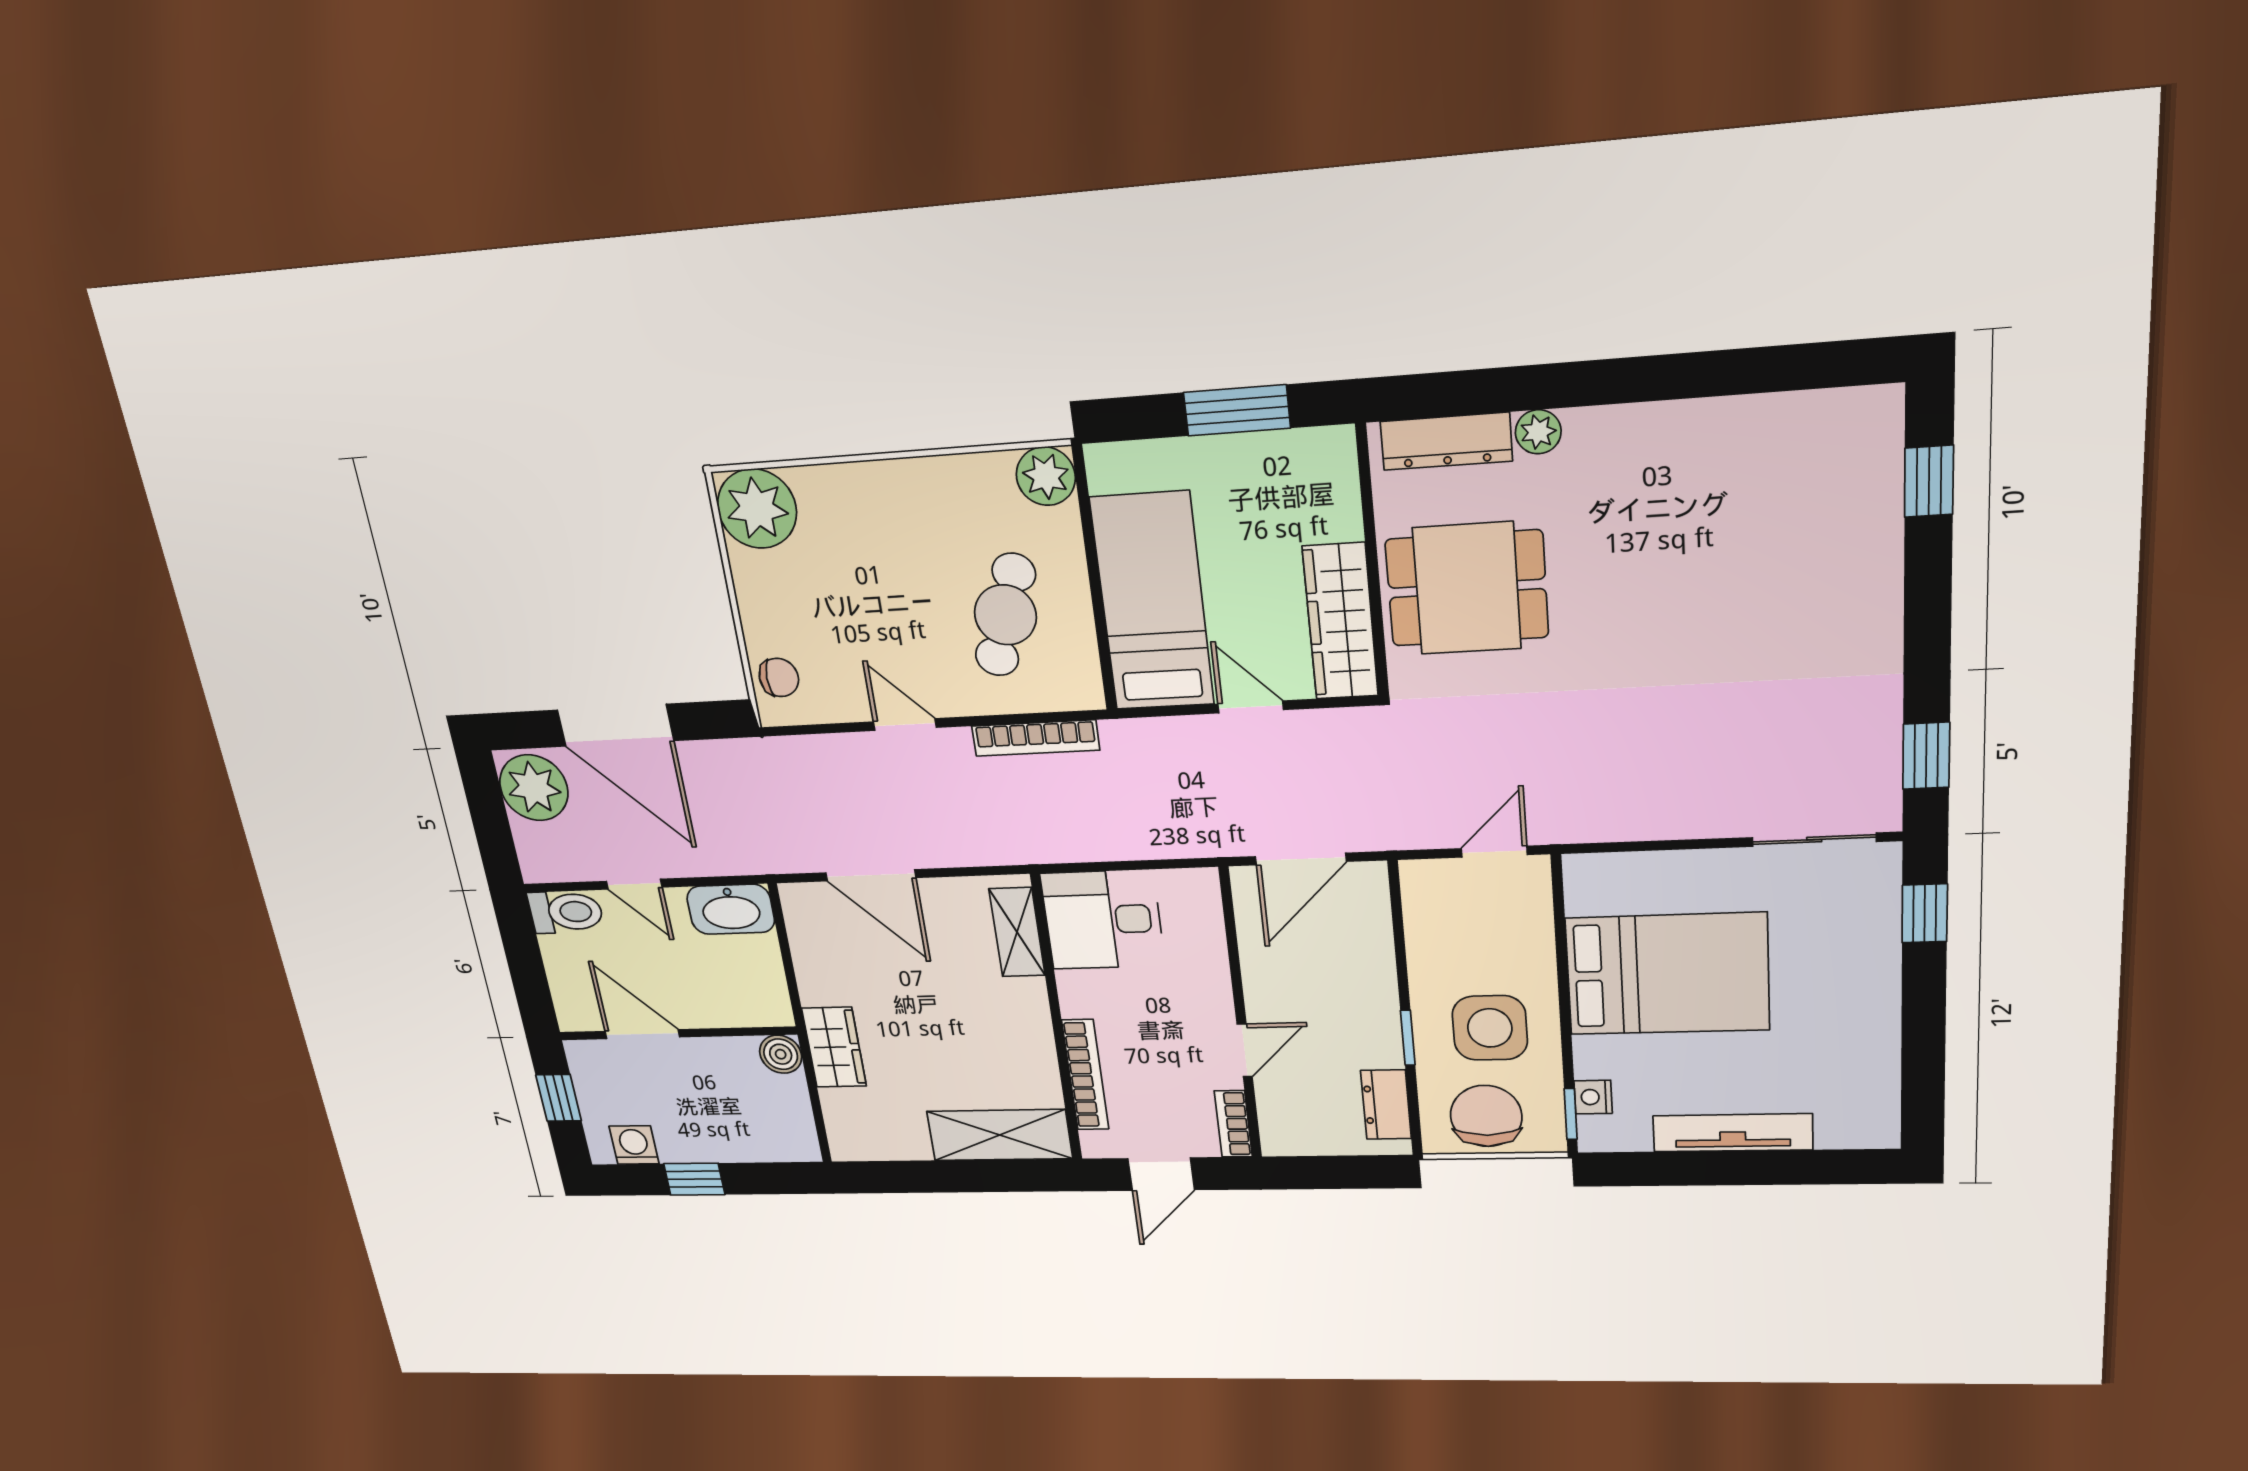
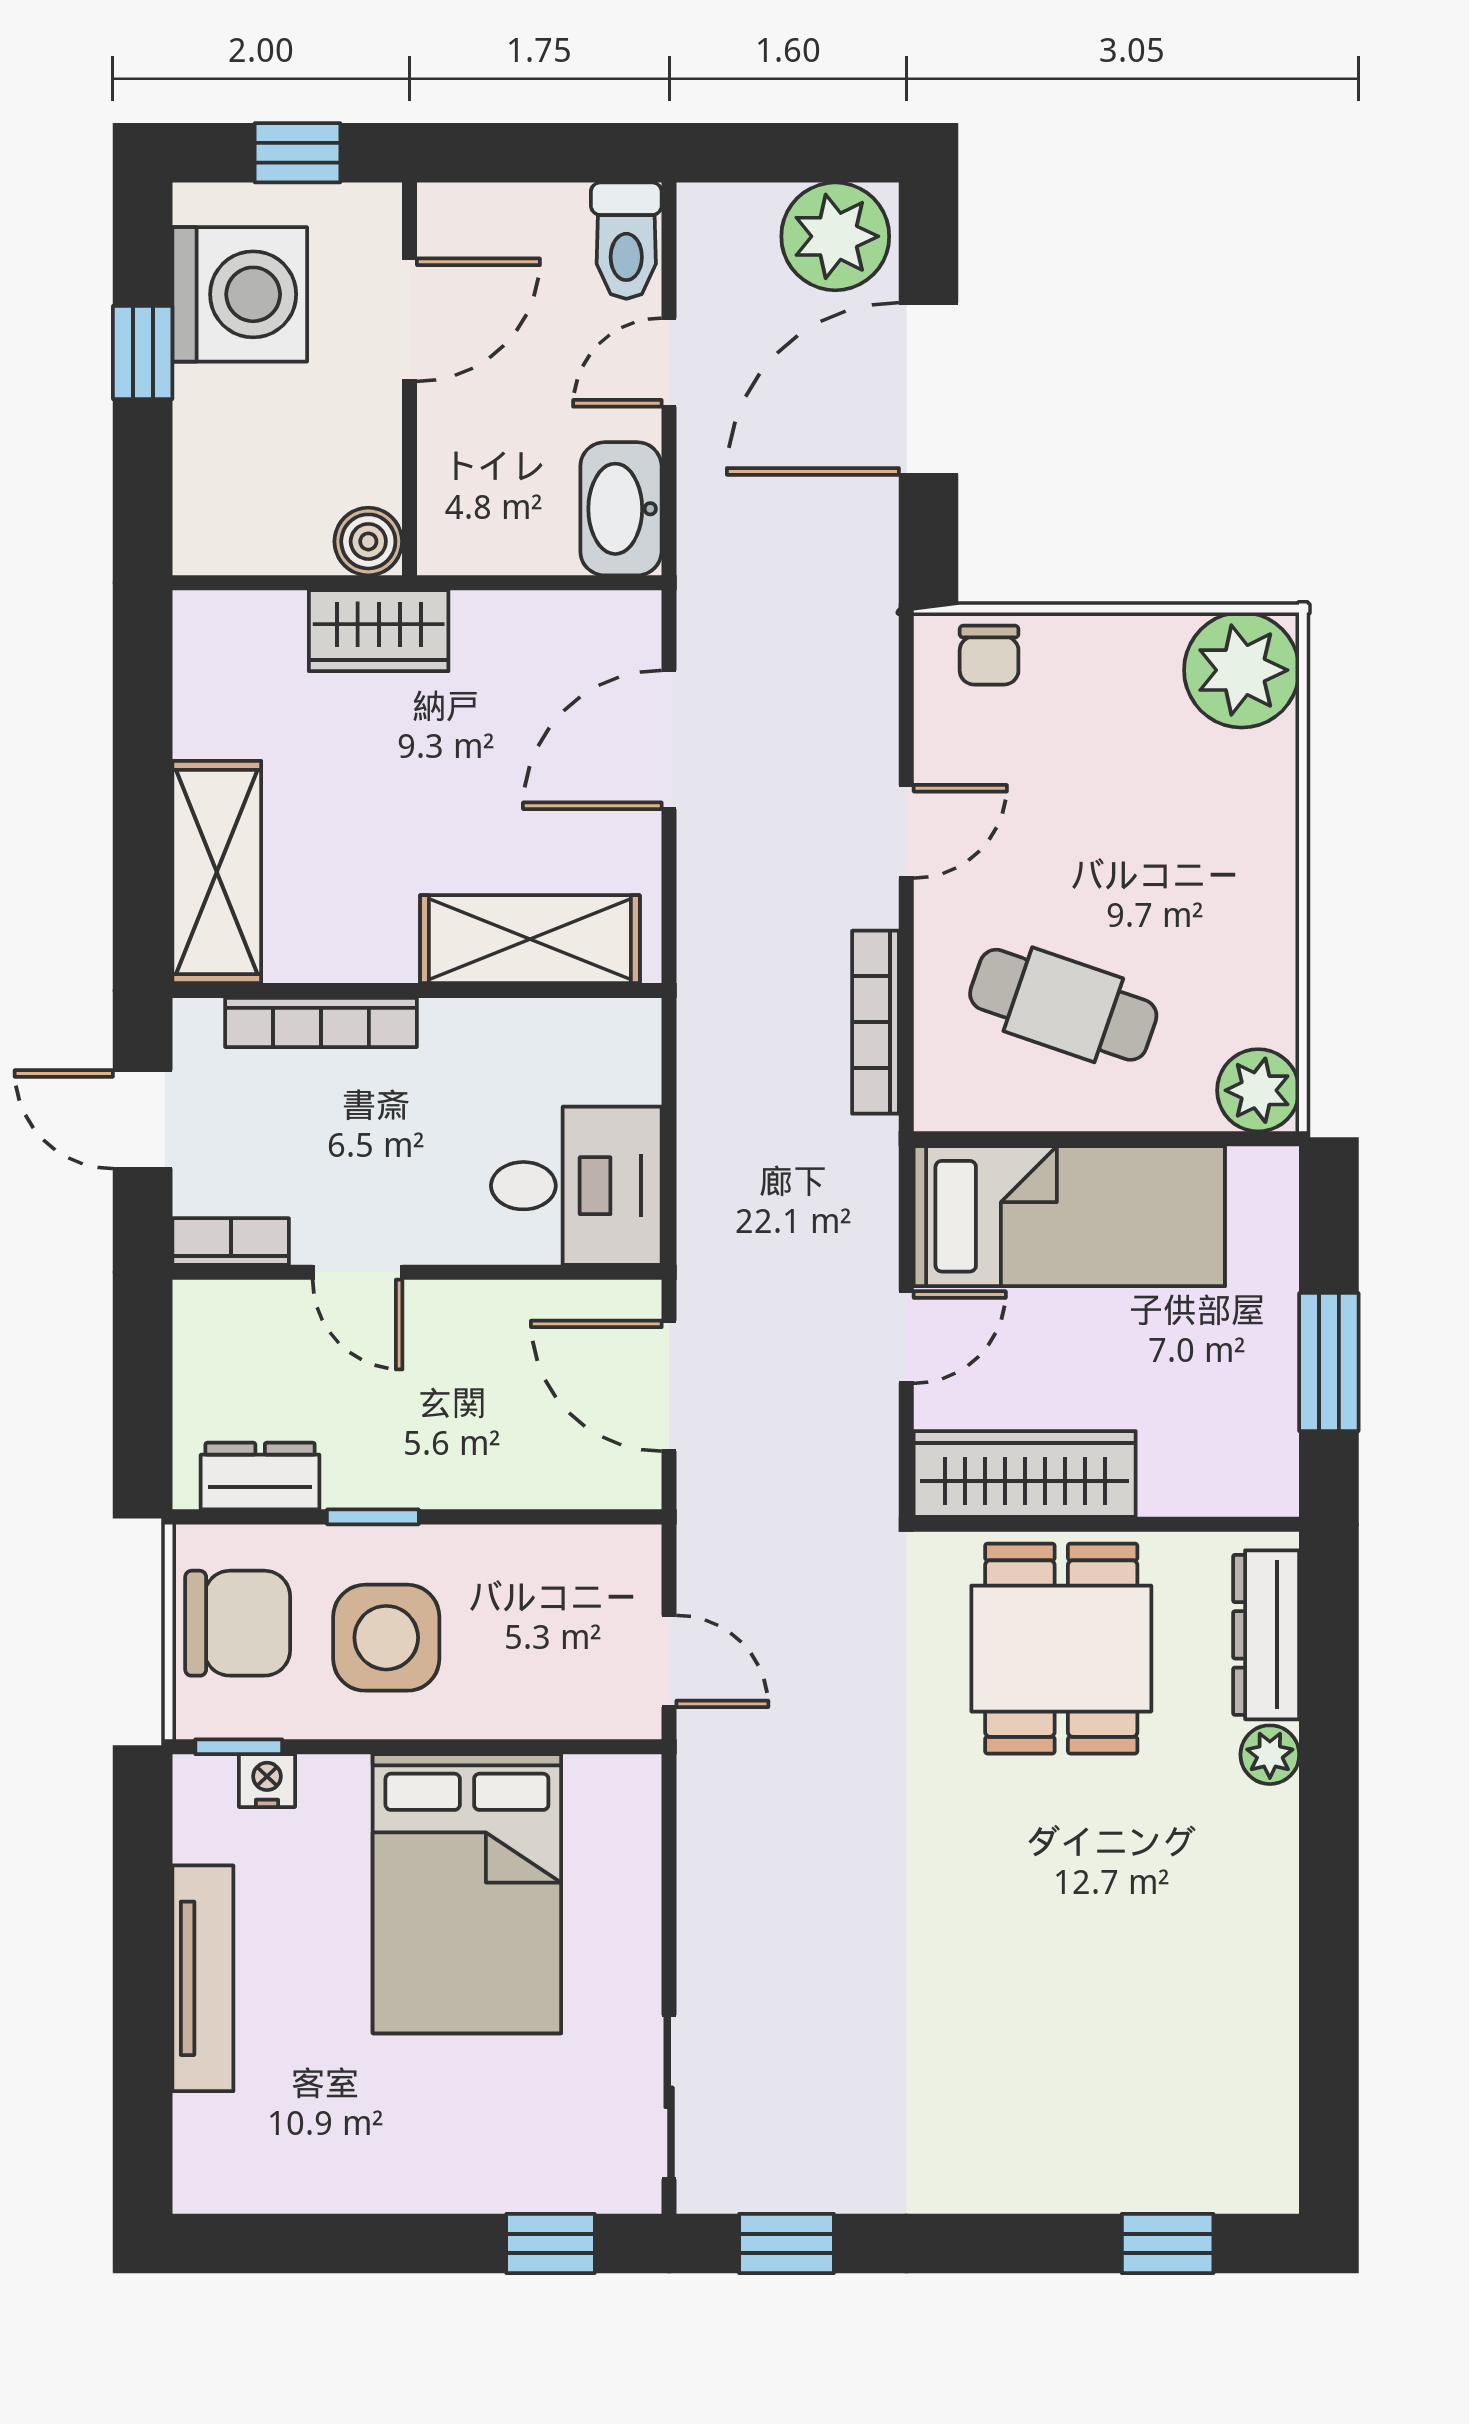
desk: (1103, 920) -> (576, 1186), moved, turned 90
shelving: (1017, 932) -> (530, 939), width x1.50, depth x1.33
washing machine: (634, 1145) -> (240, 294), width x1.89, depth x1.89

